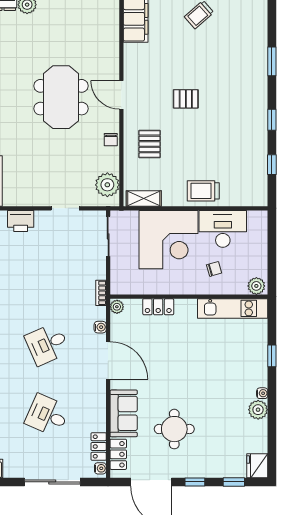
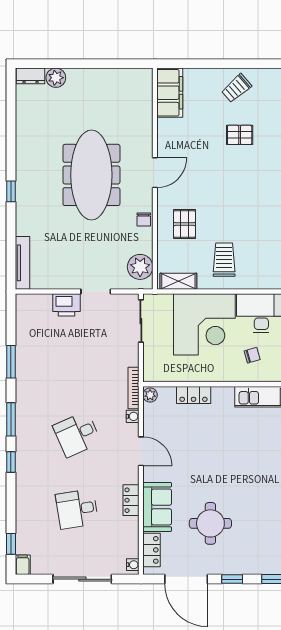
door: (121, 95) -> (155, 173), swing flipped
meeting table: (61, 97) -> (91, 175), width x1.36
pallet: (186, 99) -> (240, 135), moved
trolley: (203, 191) -> (224, 260), moved, turned 90
printer: (21, 221) -> (67, 305), moved
bookcase: (101, 293) -> (133, 388), width x1.56
door: (108, 360) -> (141, 451), width x0.73
desk: (47, 415) -> (77, 509), turned -33
locker: (99, 447) -> (131, 500), moved

